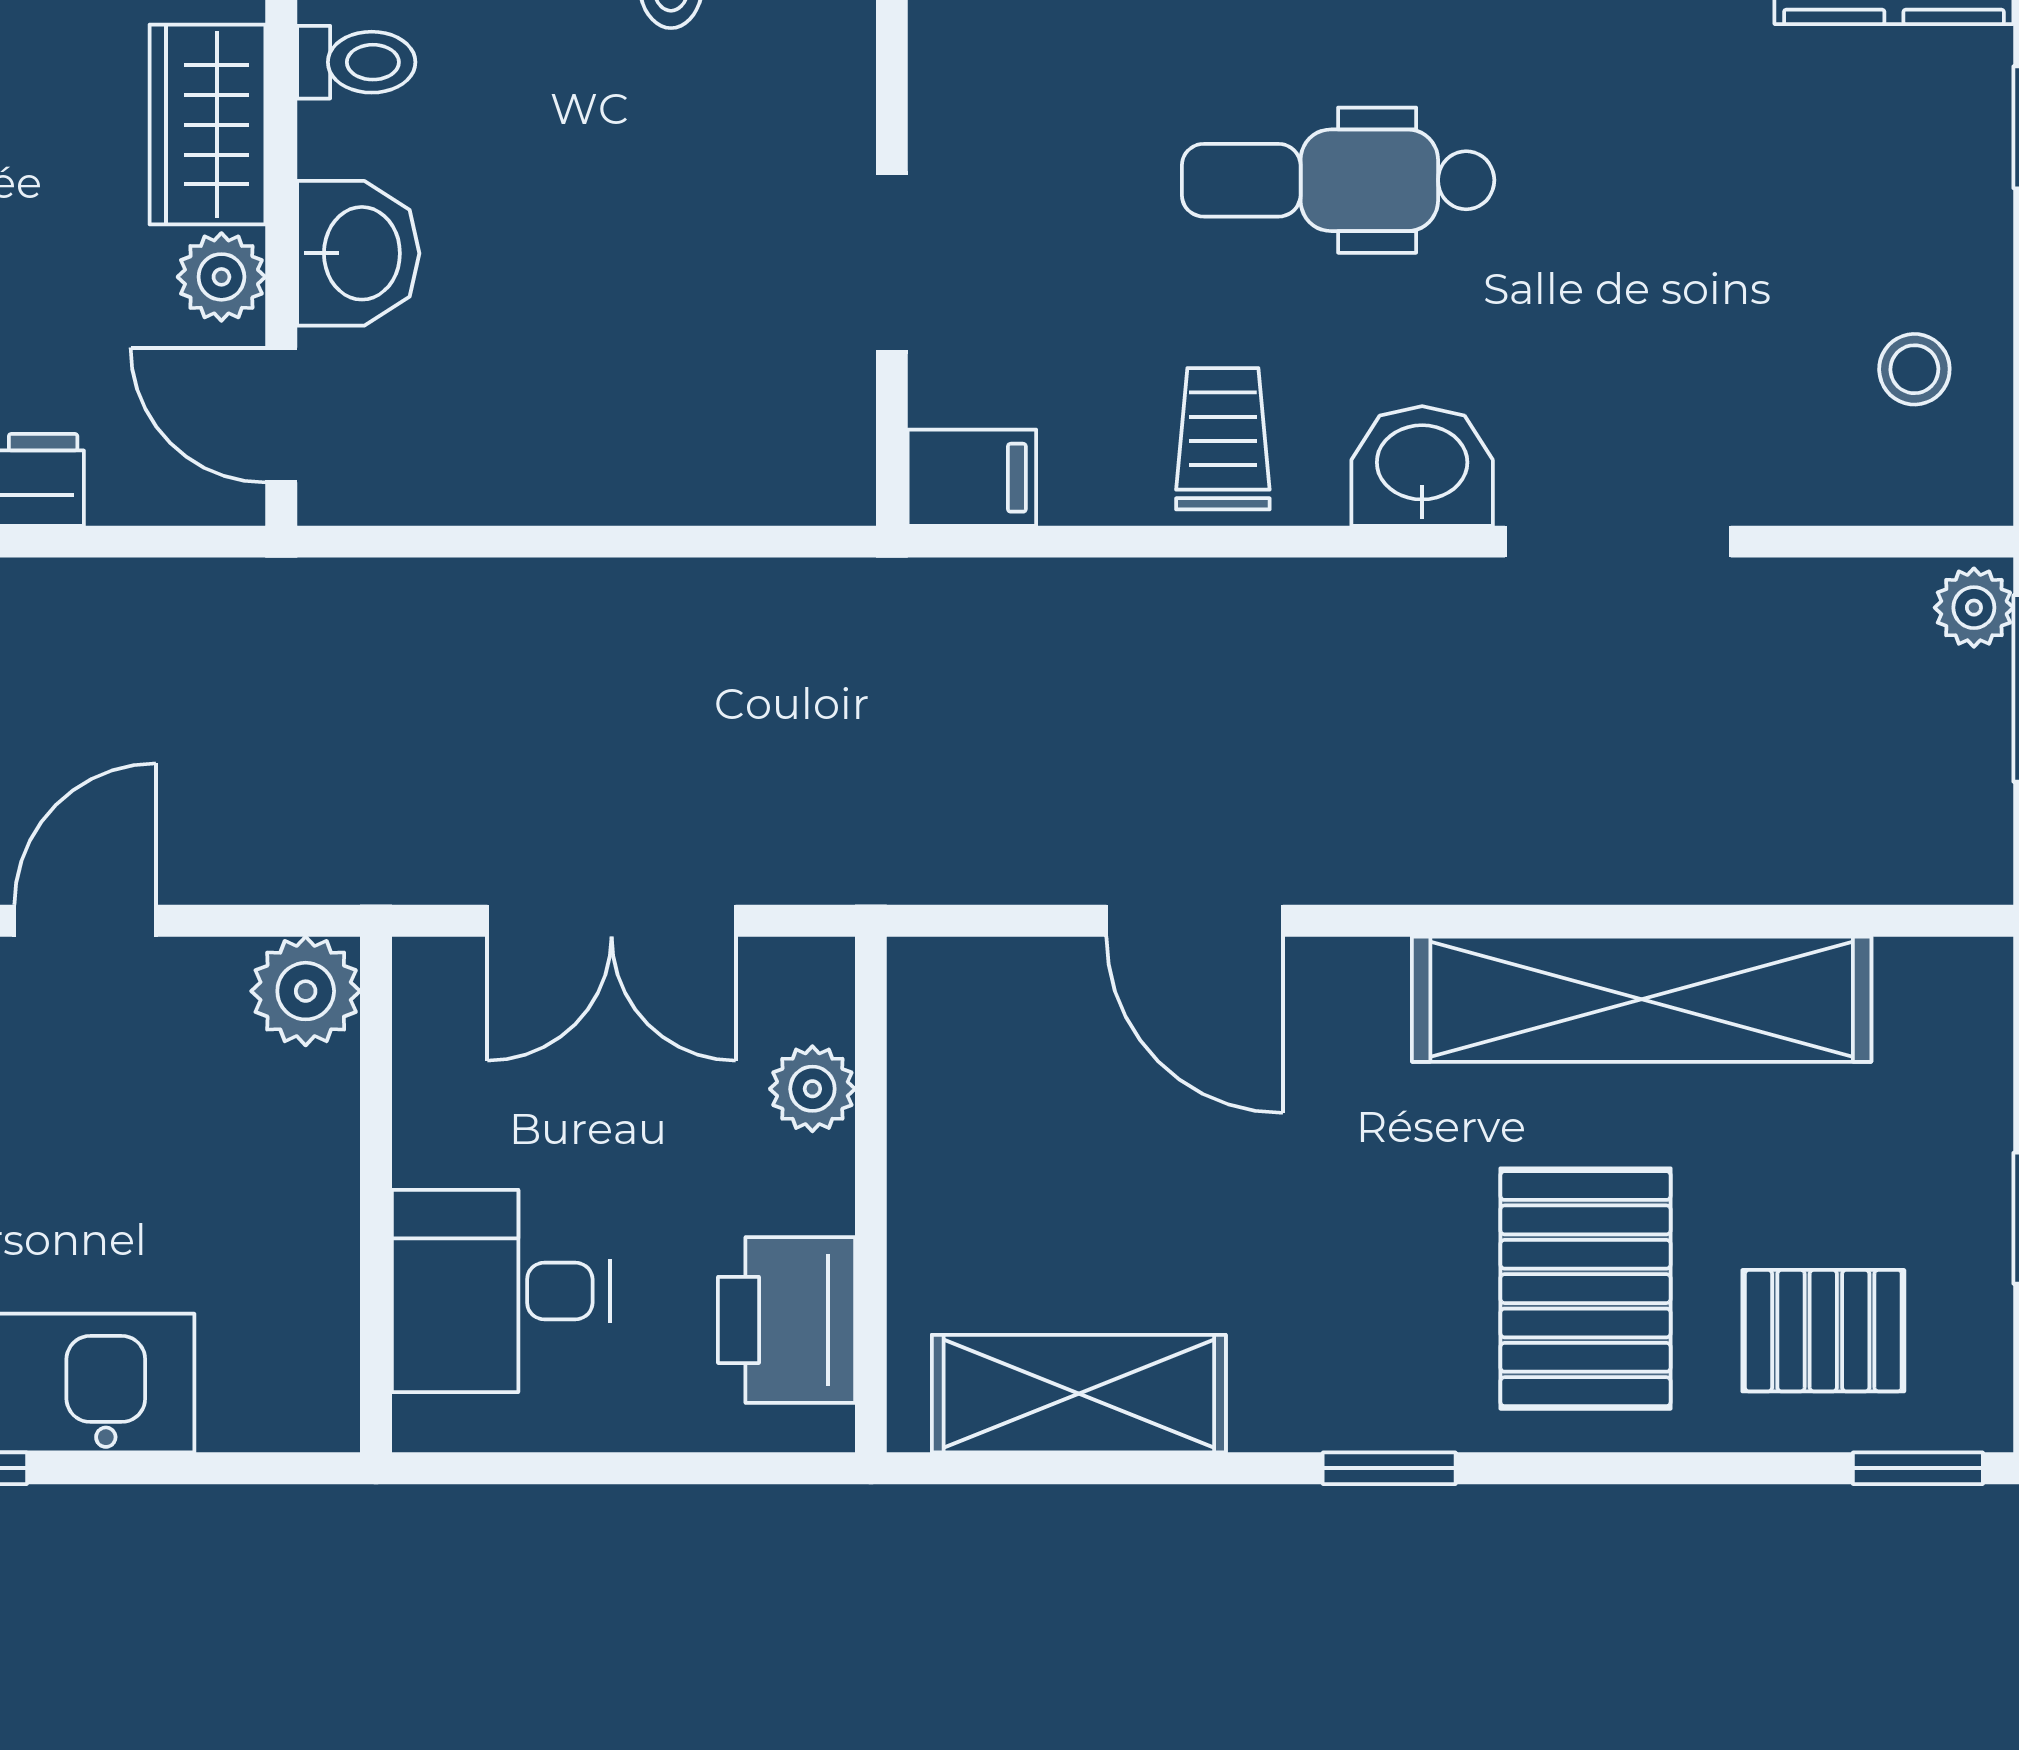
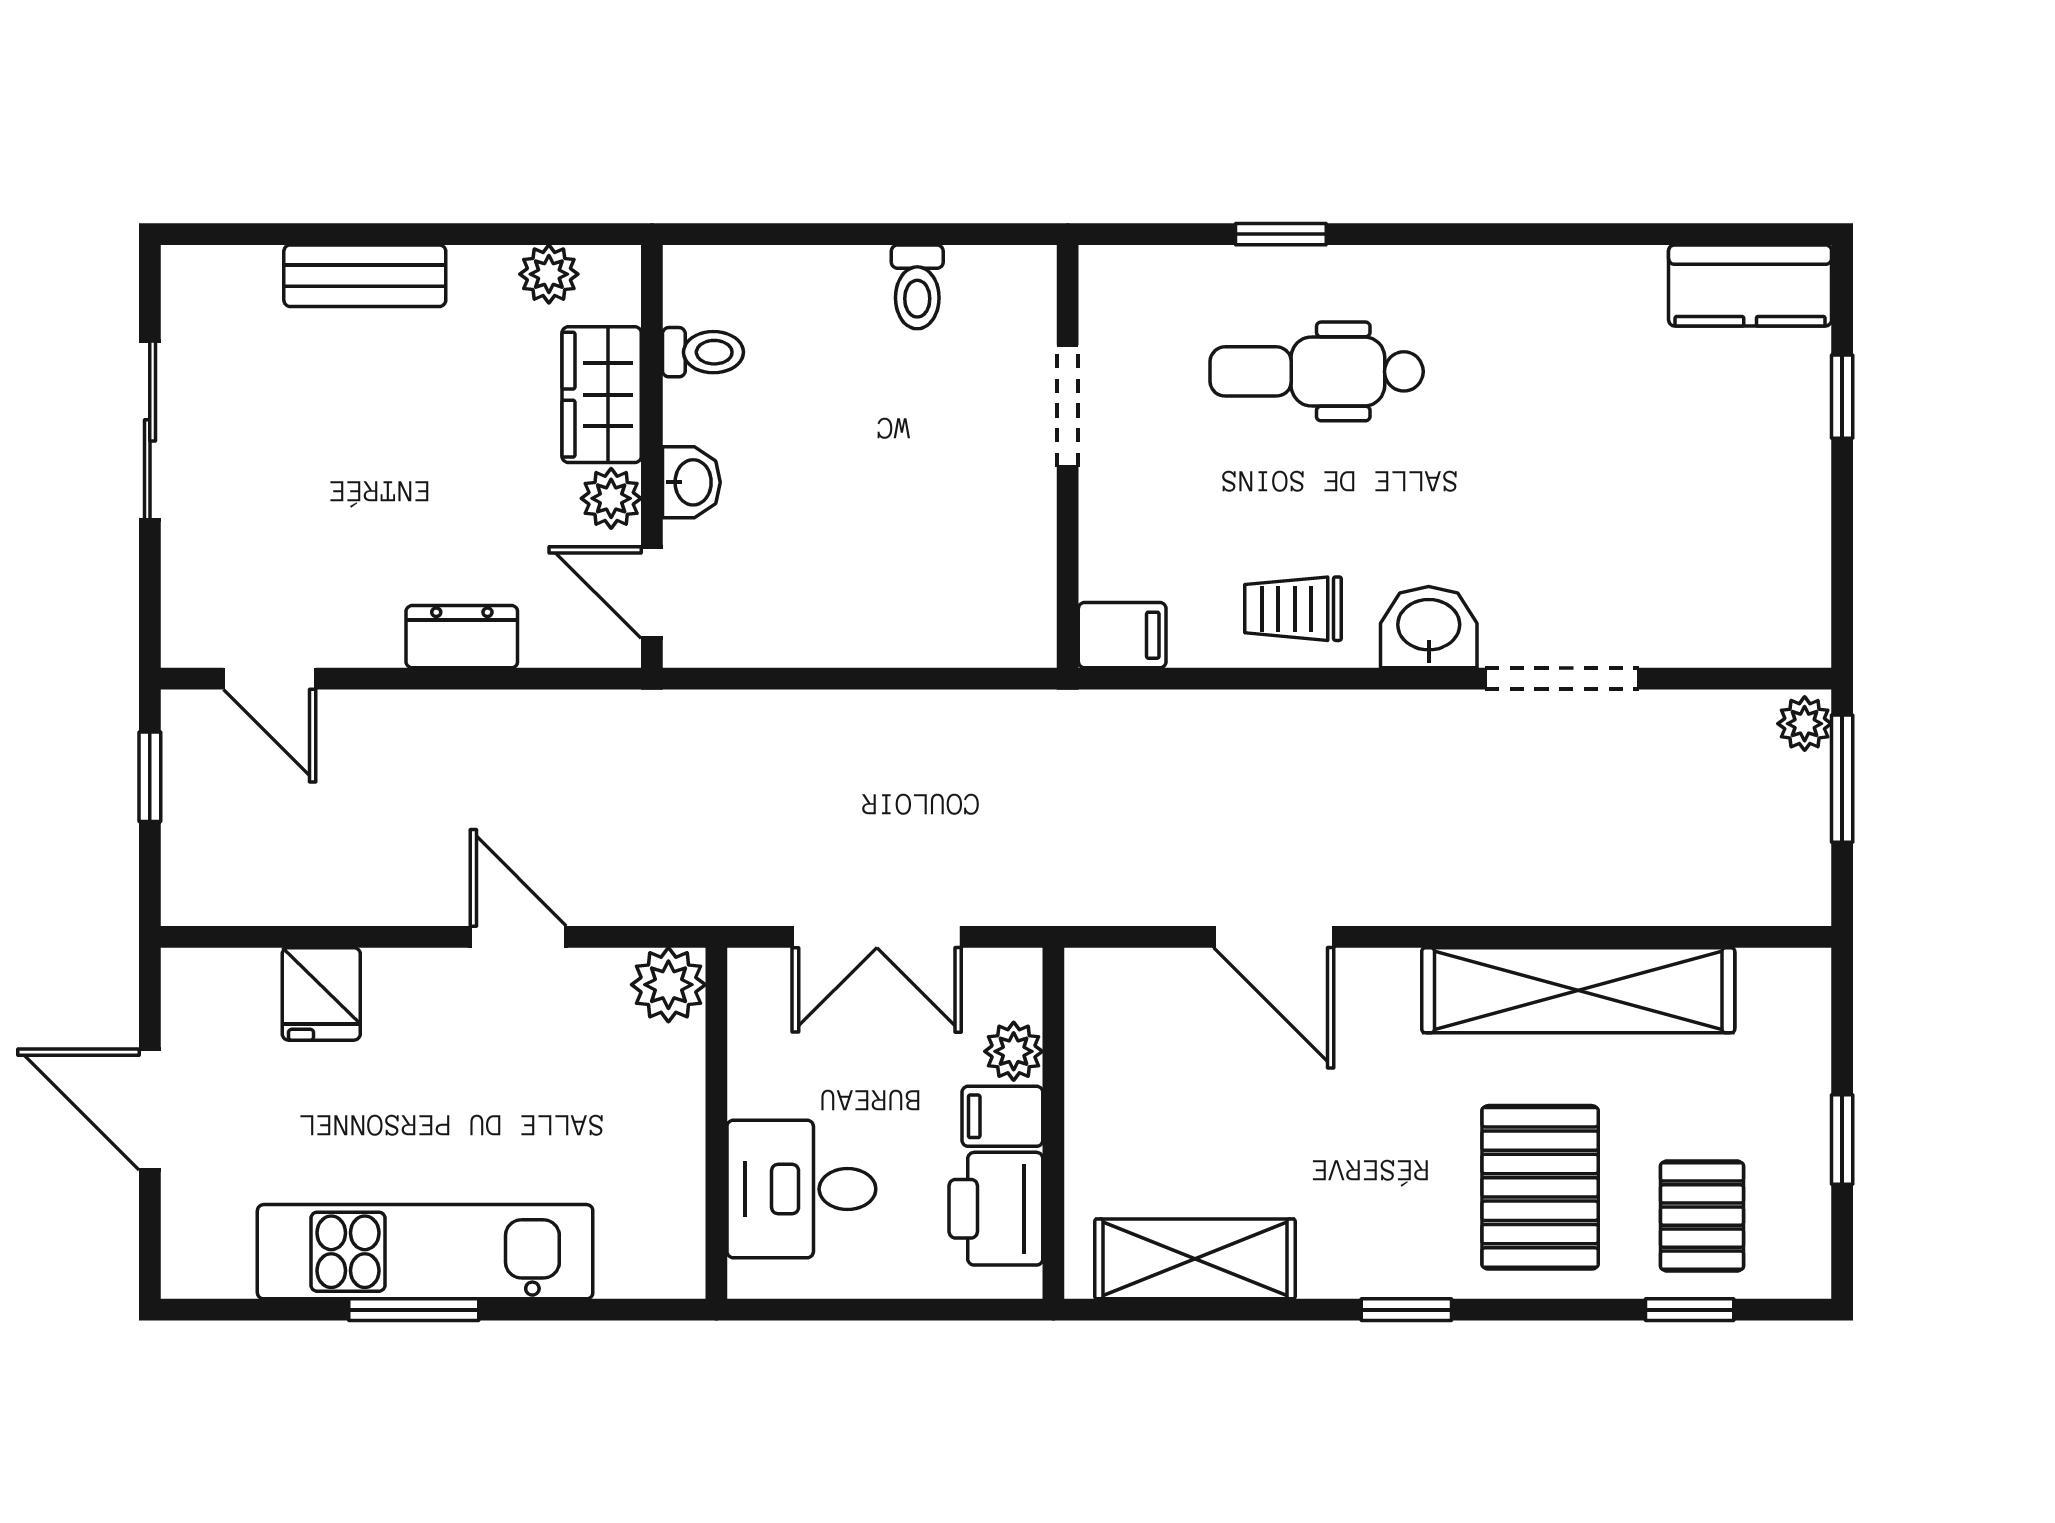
dental chair: (1338, 180) -> (1317, 371), moved
washbasin: (358, 253) -> (691, 482), width x0.72, depth x0.69
doorway: (892, 262) -> (1068, 406), moved
stool: (1914, 369) -> (1764, 561), removed
trolley: (1223, 439) -> (1293, 609), turned -90
door: (85, 921) -> (518, 937), hinge flipped
filing cabinet: (796, 1184) -> (1002, 1116), added
pallet: (1823, 1331) -> (1702, 1216), turned 90
window: (1918, 1468) -> (1690, 1310), moved

